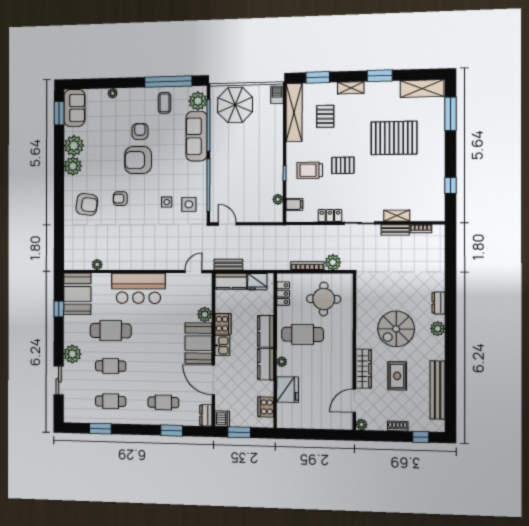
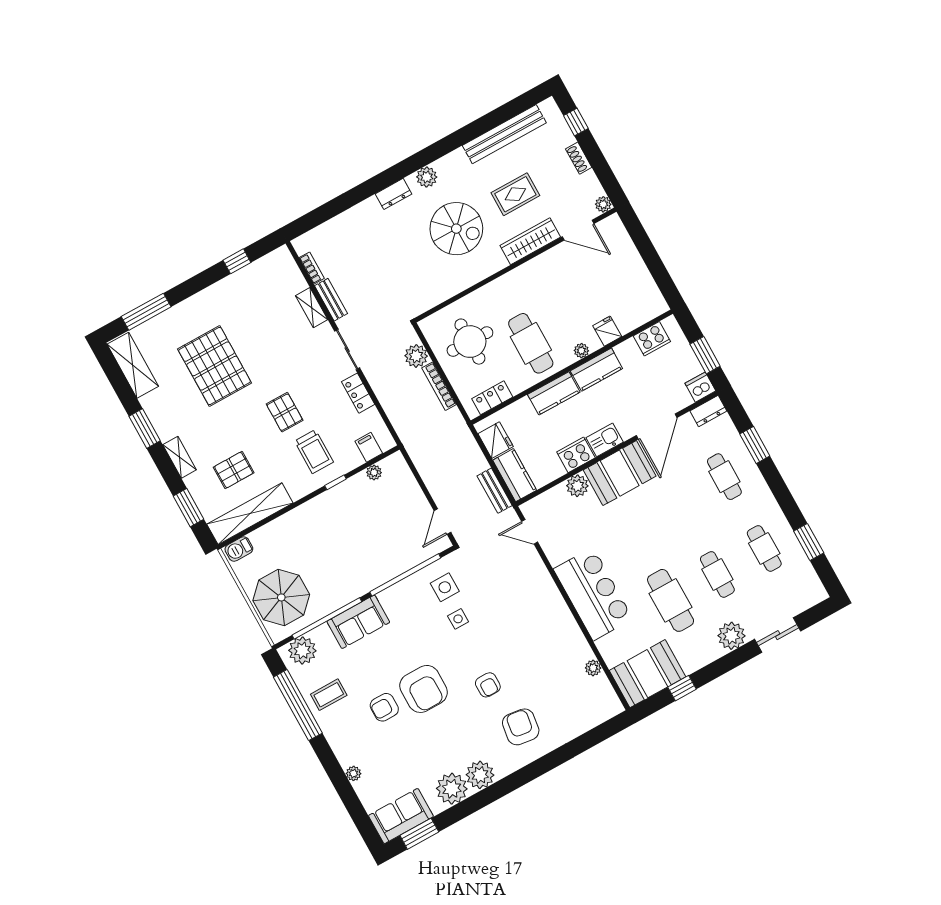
sofa: (197, 136) -> (358, 622), width x0.73
fridge: (288, 390) -> (607, 331), width x0.53, depth x0.75

